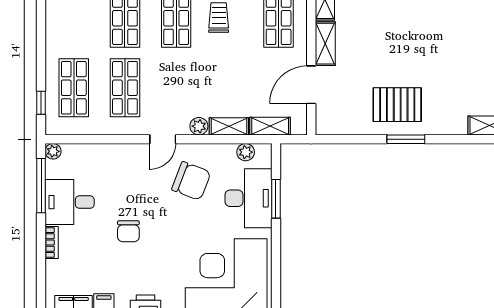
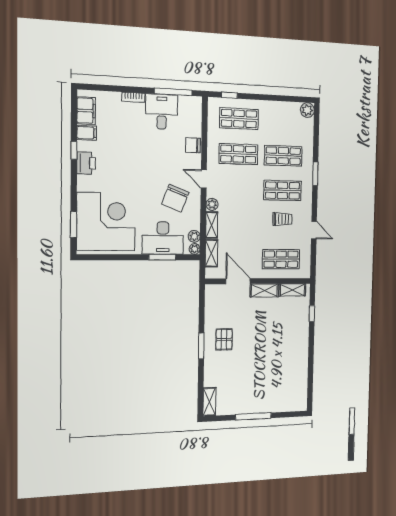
pallet: (397, 105) -> (224, 339), width x0.67, depth x0.71
plant: (53, 151) -> (195, 249), moved
chair: (128, 231) -> (193, 145), moved

